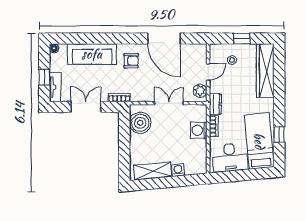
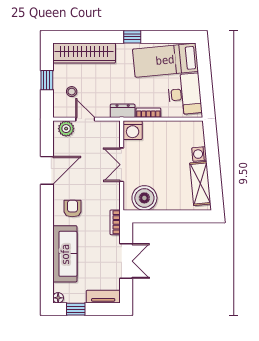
door: (164, 39) -> (47, 170), width x0.73
window: (44, 77) -> (76, 309), moved
plant: (200, 91) -> (66, 129), moved
double door: (86, 107) -> (126, 261), swing flipped
washing machine: (199, 130) -> (133, 130), moved
window: (279, 134) -> (132, 37), moved

